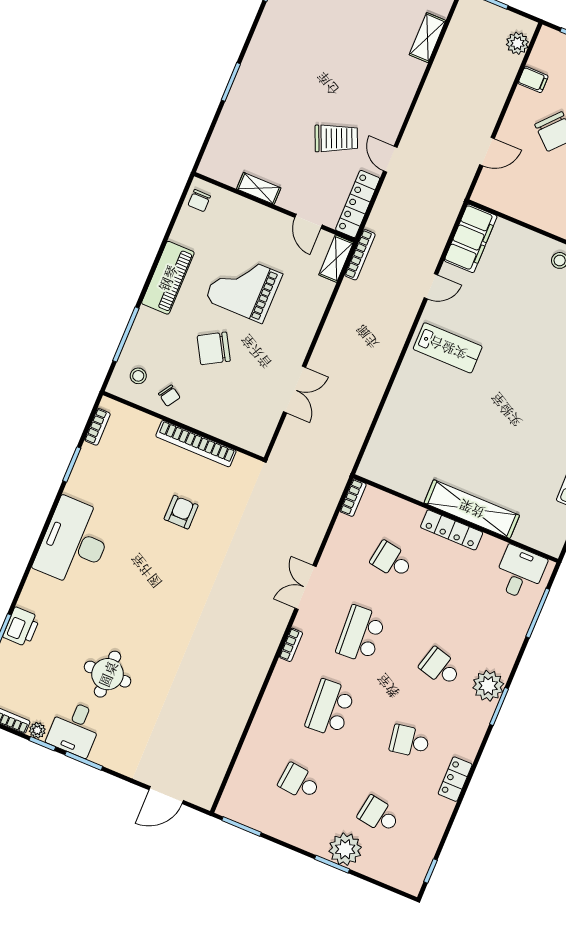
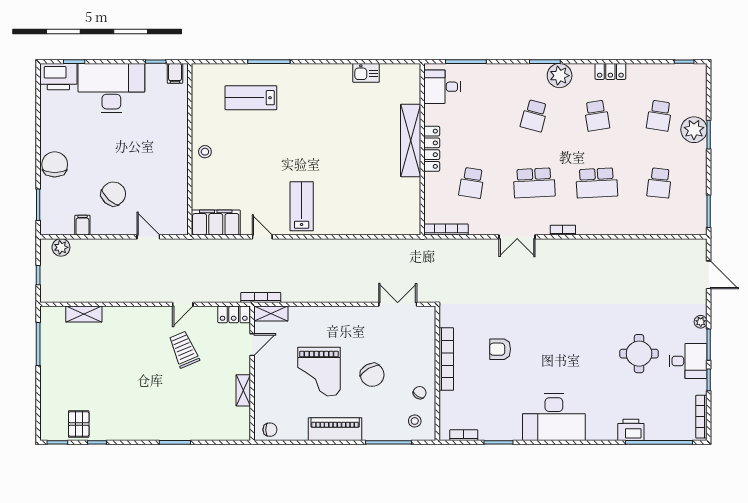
locker: (358, 204) -> (234, 314), width x0.66
double door: (294, 389) -> (398, 304), moved
bookcase: (353, 498) -> (446, 230), width x1.56
plant: (488, 686) -> (560, 76), moved
plant: (37, 730) -> (701, 322), moved

